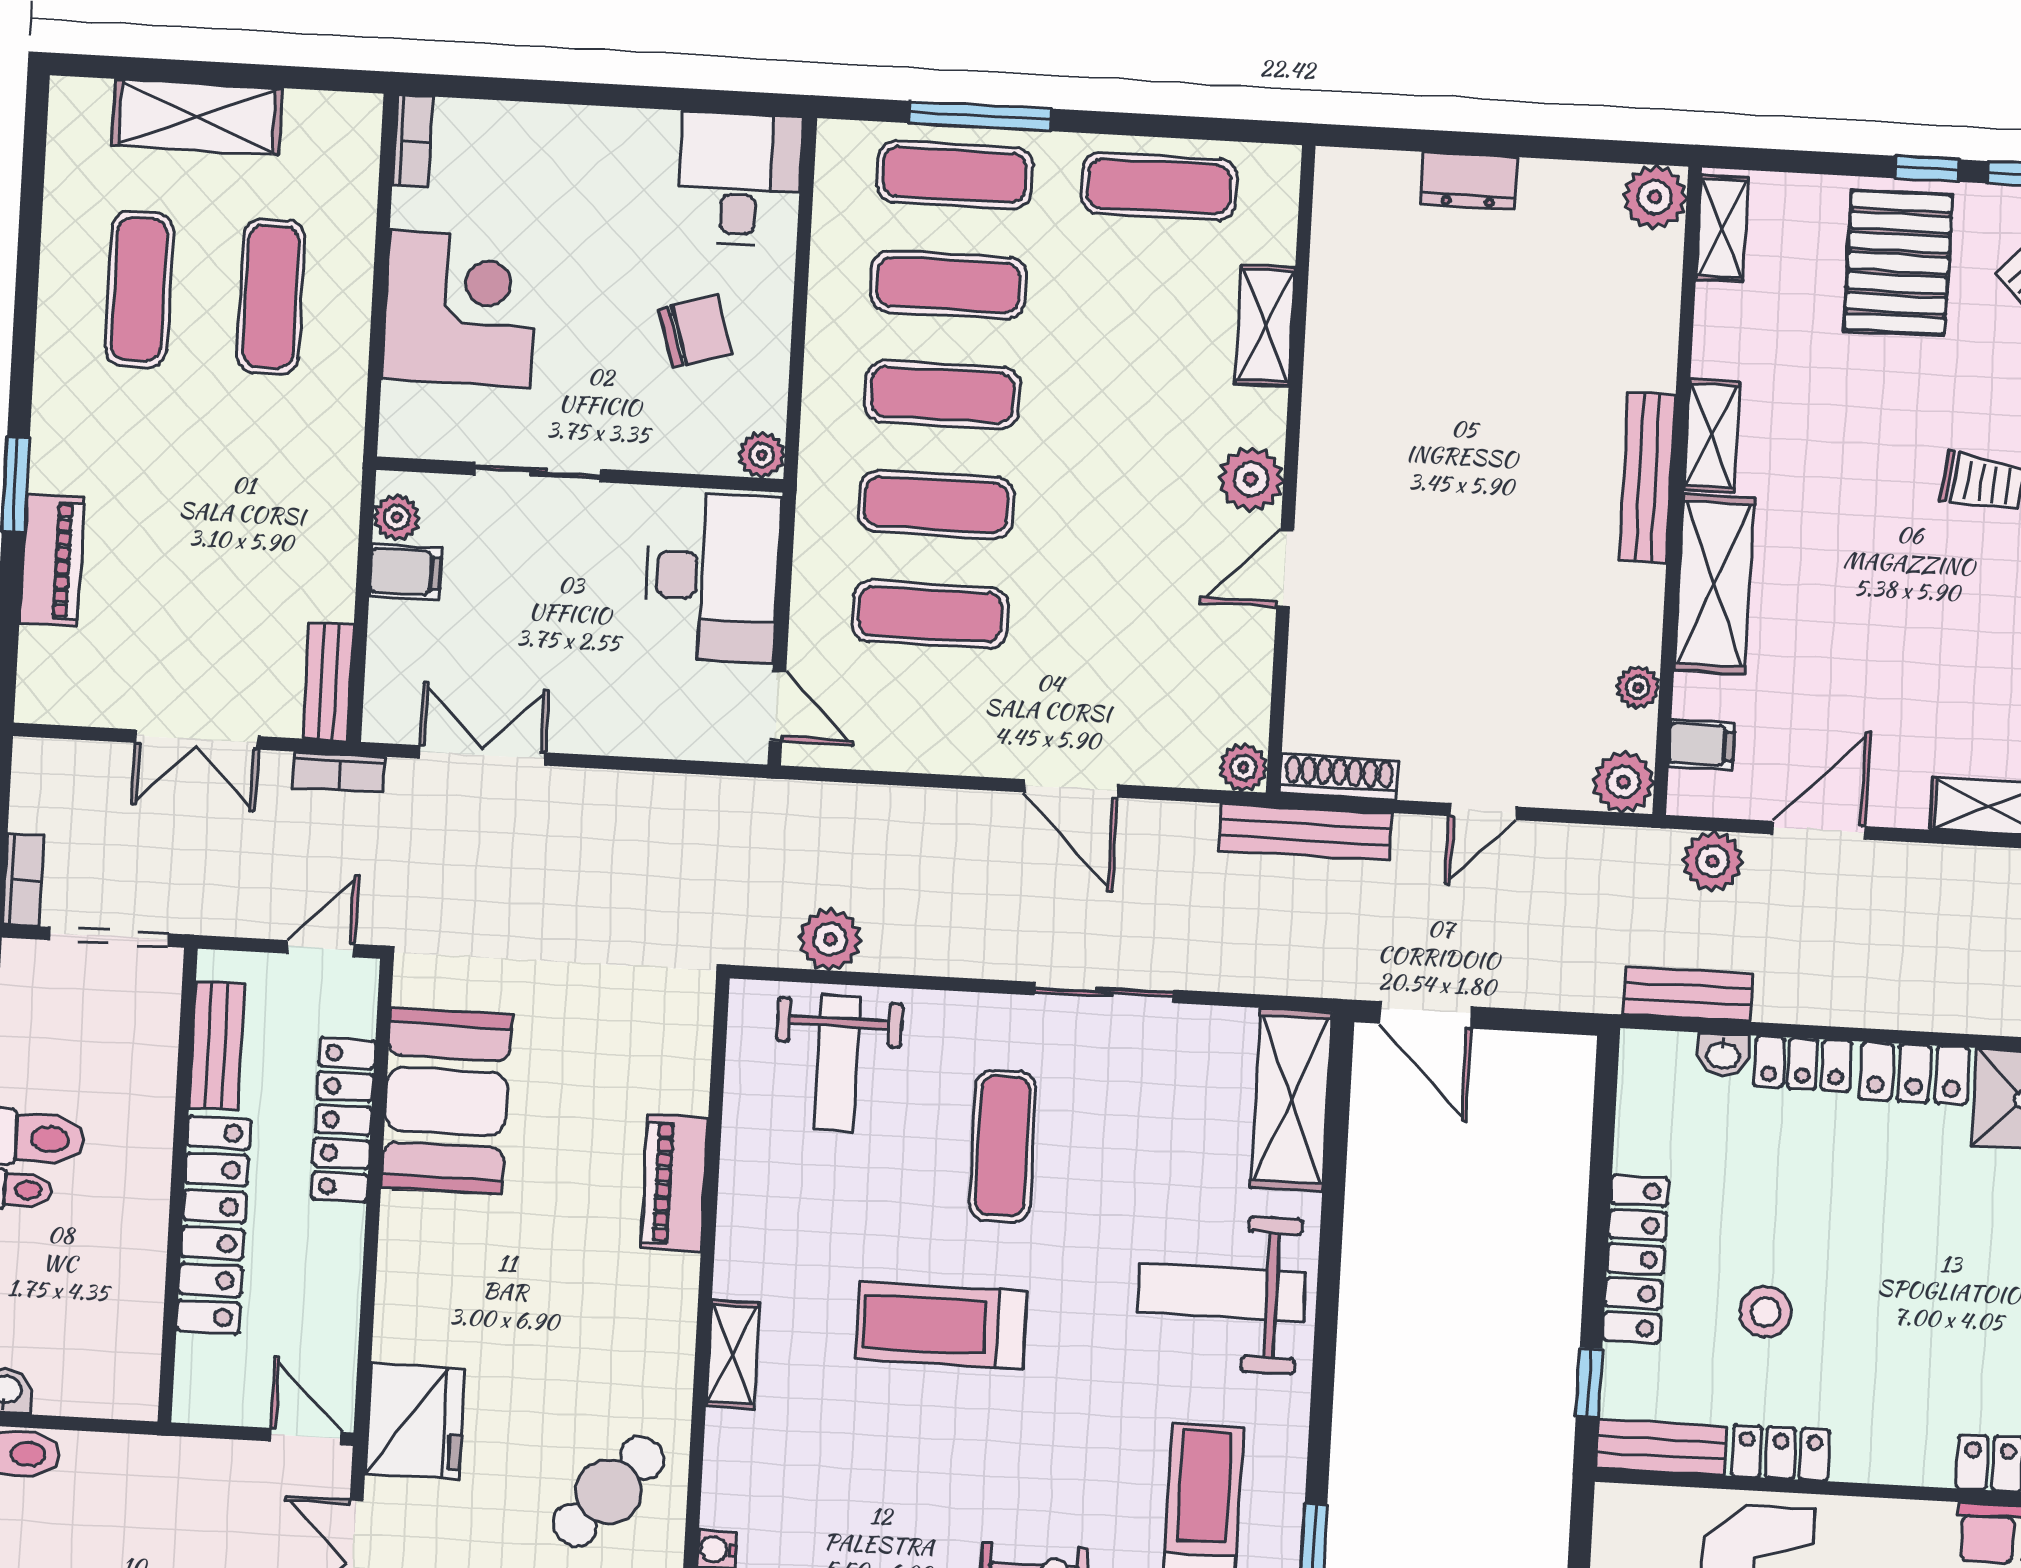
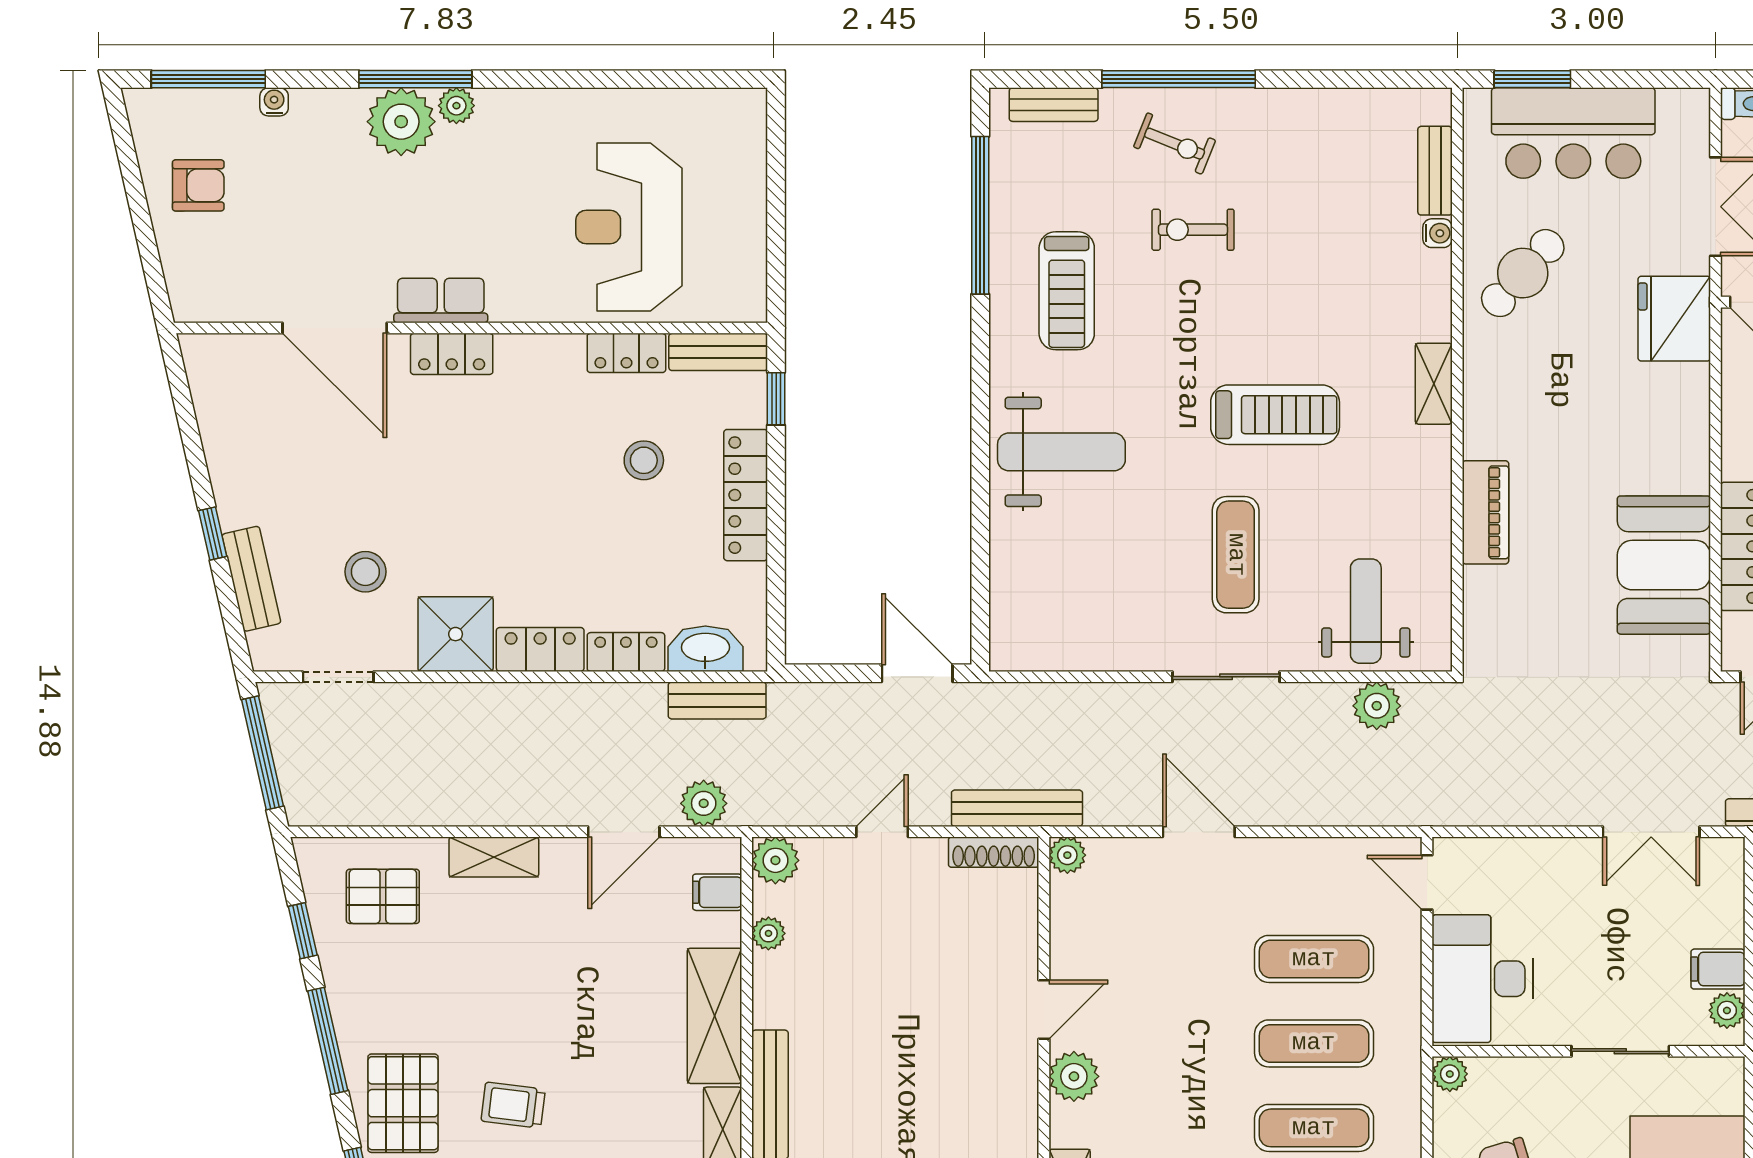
sliding door: (1104, 992) -> (1226, 677), moved
washbasin: (1723, 1054) -> (705, 649), width x1.91, depth x1.45
shelving: (1291, 1100) -> (1016, 603), removed

